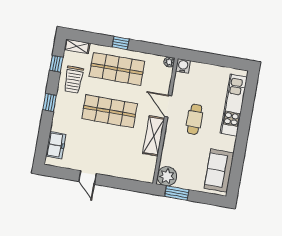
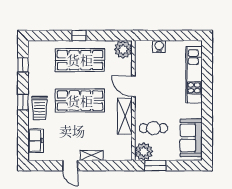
shelving: (77, 46) -> (91, 156), moved
plant: (169, 62) -> (123, 49), width x1.87, depth x1.87
water cooler: (183, 66) -> (159, 47), moved
trolley: (74, 80) -> (39, 108), moved
cafe table: (195, 119) -> (153, 128), moved, turned 90

